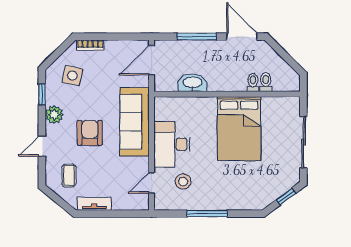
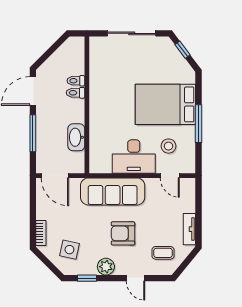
toilet: (266, 82) -> (76, 93), moved
bed: (239, 129) -> (165, 104), moved, turned 180

